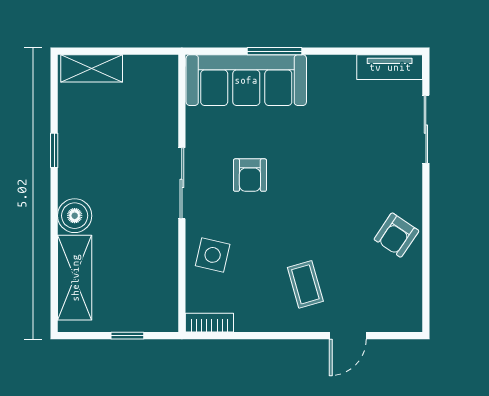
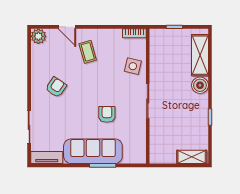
sofa: (246, 80) -> (93, 151), moved
armchair: (250, 175) -> (107, 114), moved
armchair: (396, 235) -> (56, 87), moved
plant: (406, 316) -> (38, 36), added
door: (348, 336) -> (67, 27), swing flipped

